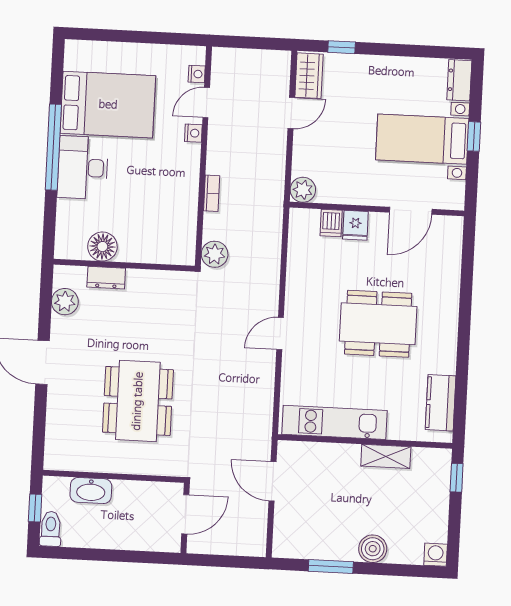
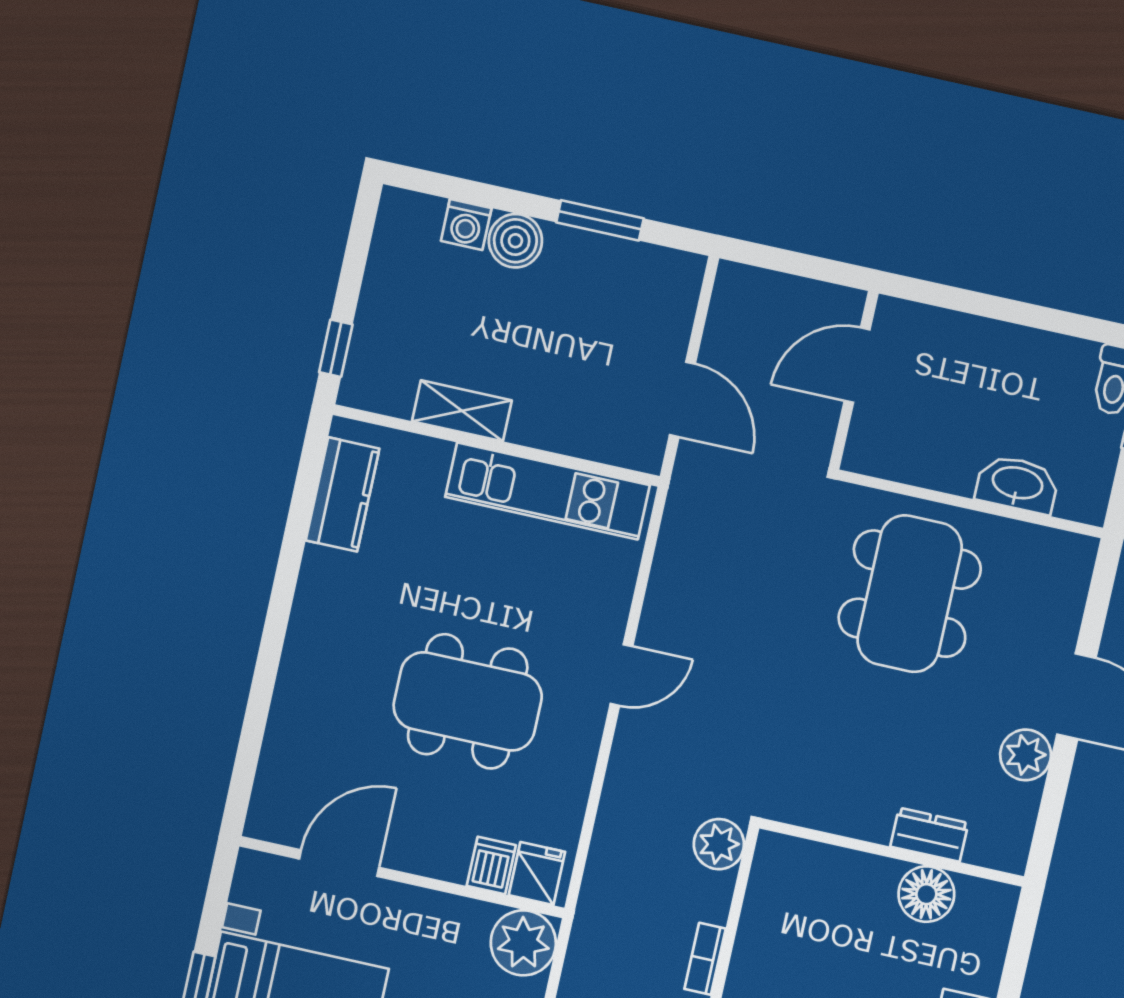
plant: (303, 190) -> (523, 943), width x1.36, depth x1.36
fridge: (355, 225) -> (537, 874), moved
plant: (65, 302) -> (1026, 755), moved
dining table: (378, 324) -> (468, 701), moved
wall: (114, 476) -> (970, 504), moved
washbasin: (91, 491) -> (1017, 484), moved
washing machine: (436, 555) -> (466, 224), moved

